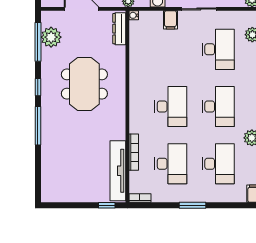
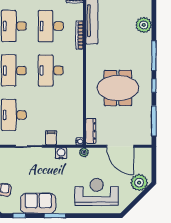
plant: (51, 37) -> (144, 25), moved
meeting table: (84, 84) -> (118, 88), turned 90

